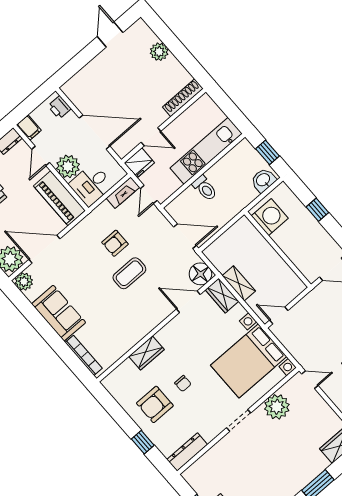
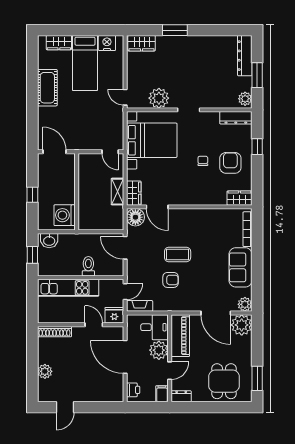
wardrobe: (146, 353) -> (240, 198), moved
armchair: (155, 404) -> (230, 163), turned -90
plant: (194, 478) -> (245, 99), added

